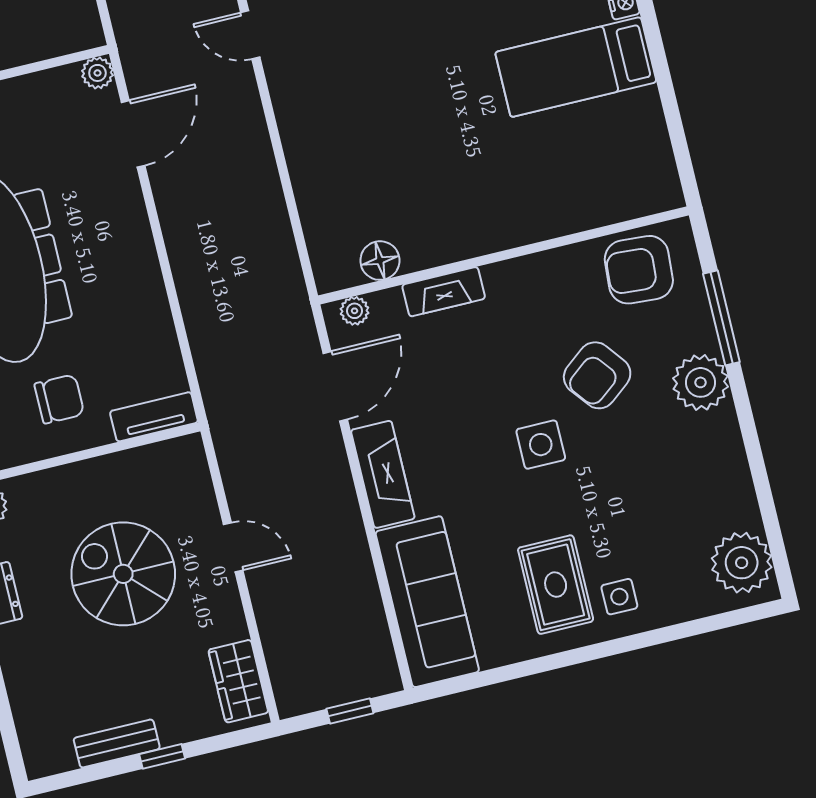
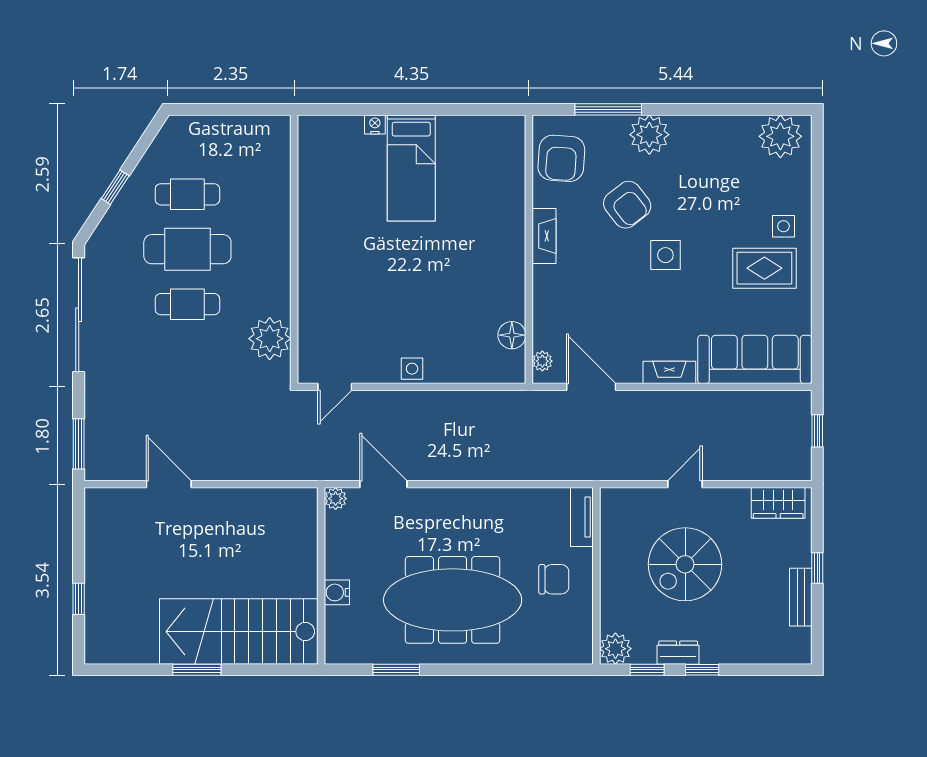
side table: (301, 135) -> (412, 369), added
fireplace: (444, 292) -> (544, 236), moved
chair: (59, 399) -> (554, 579), turned 90
fireplace: (383, 474) -> (669, 372), width x0.73, depth x0.76

